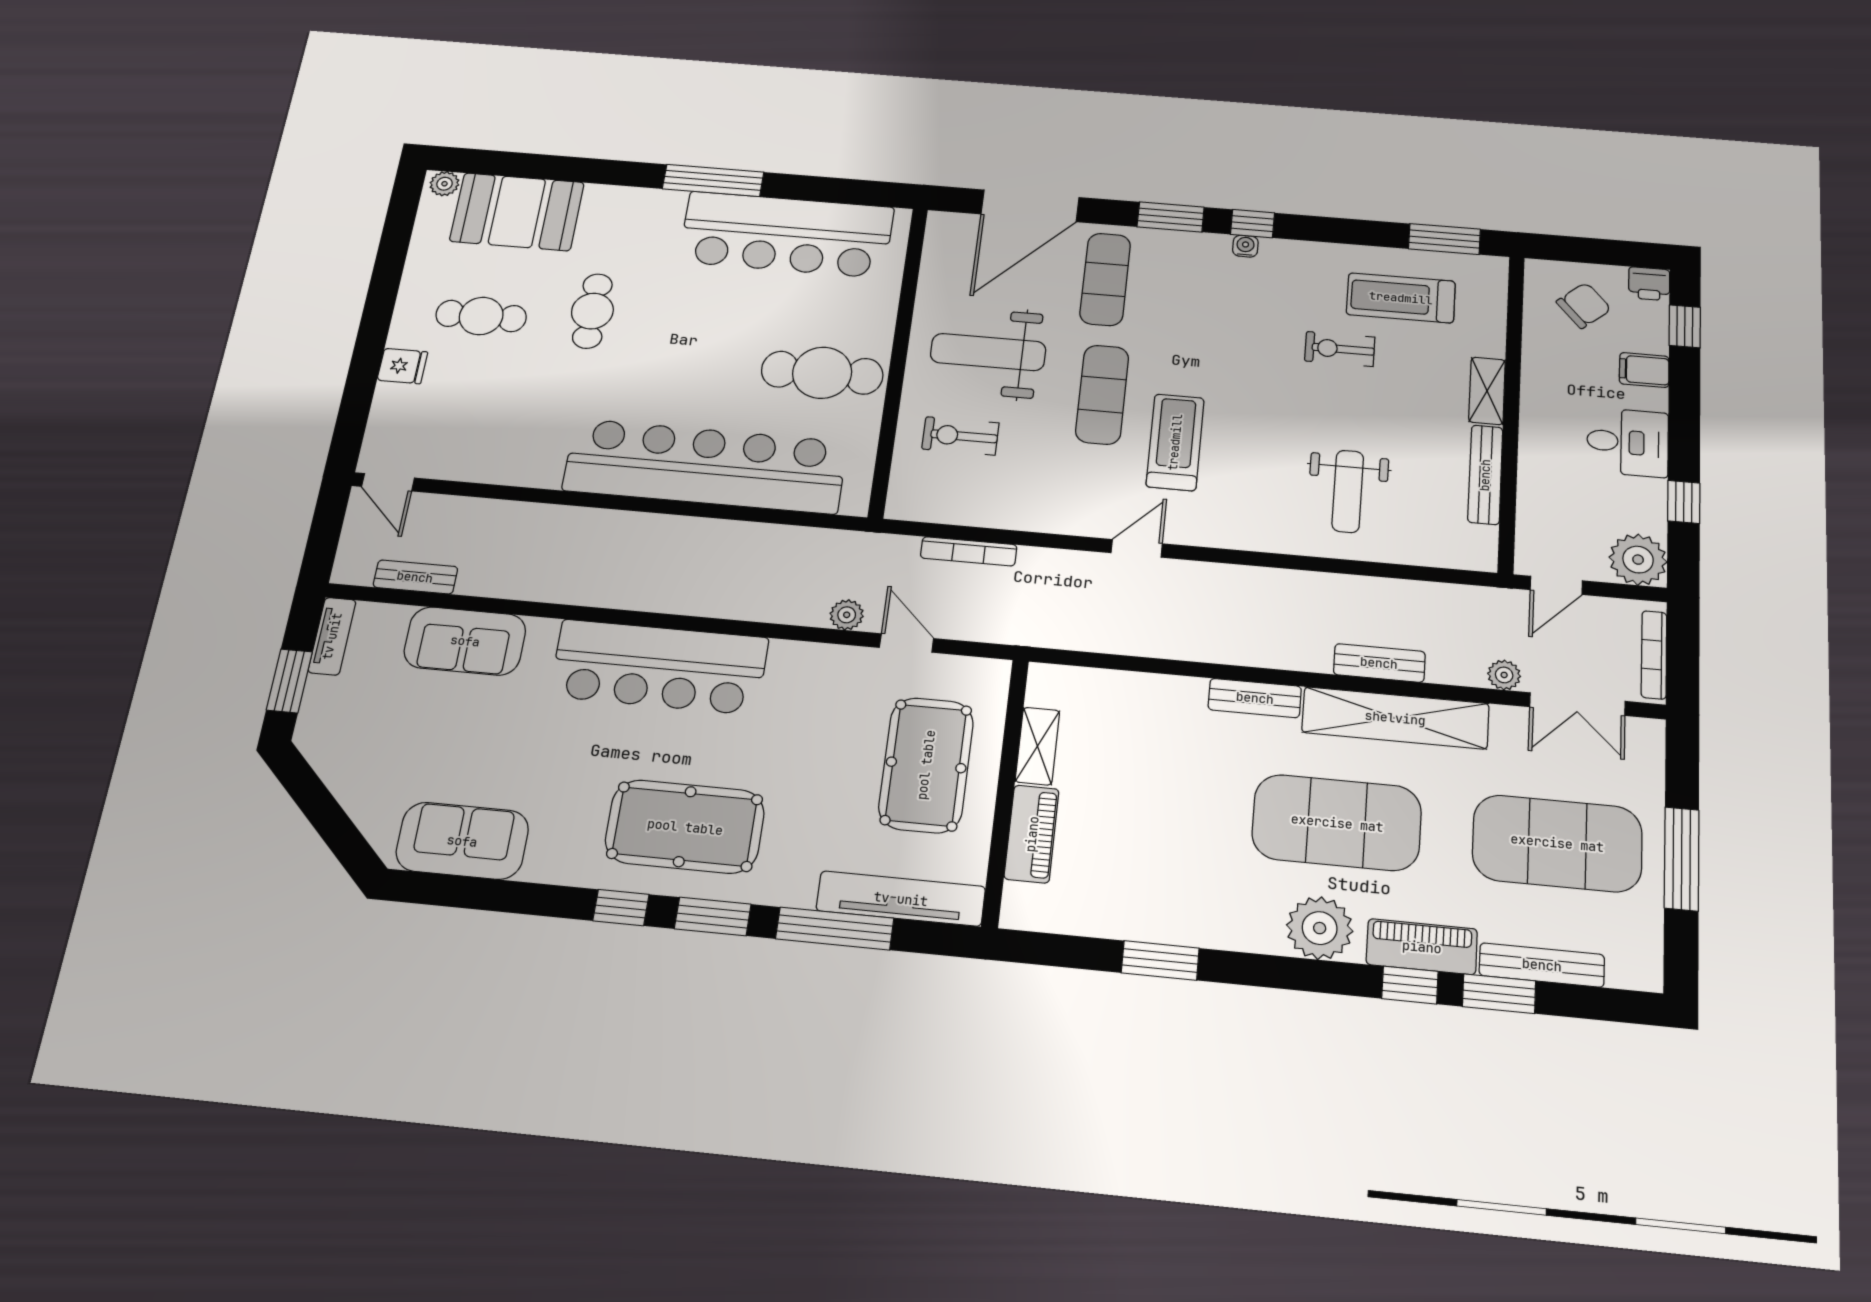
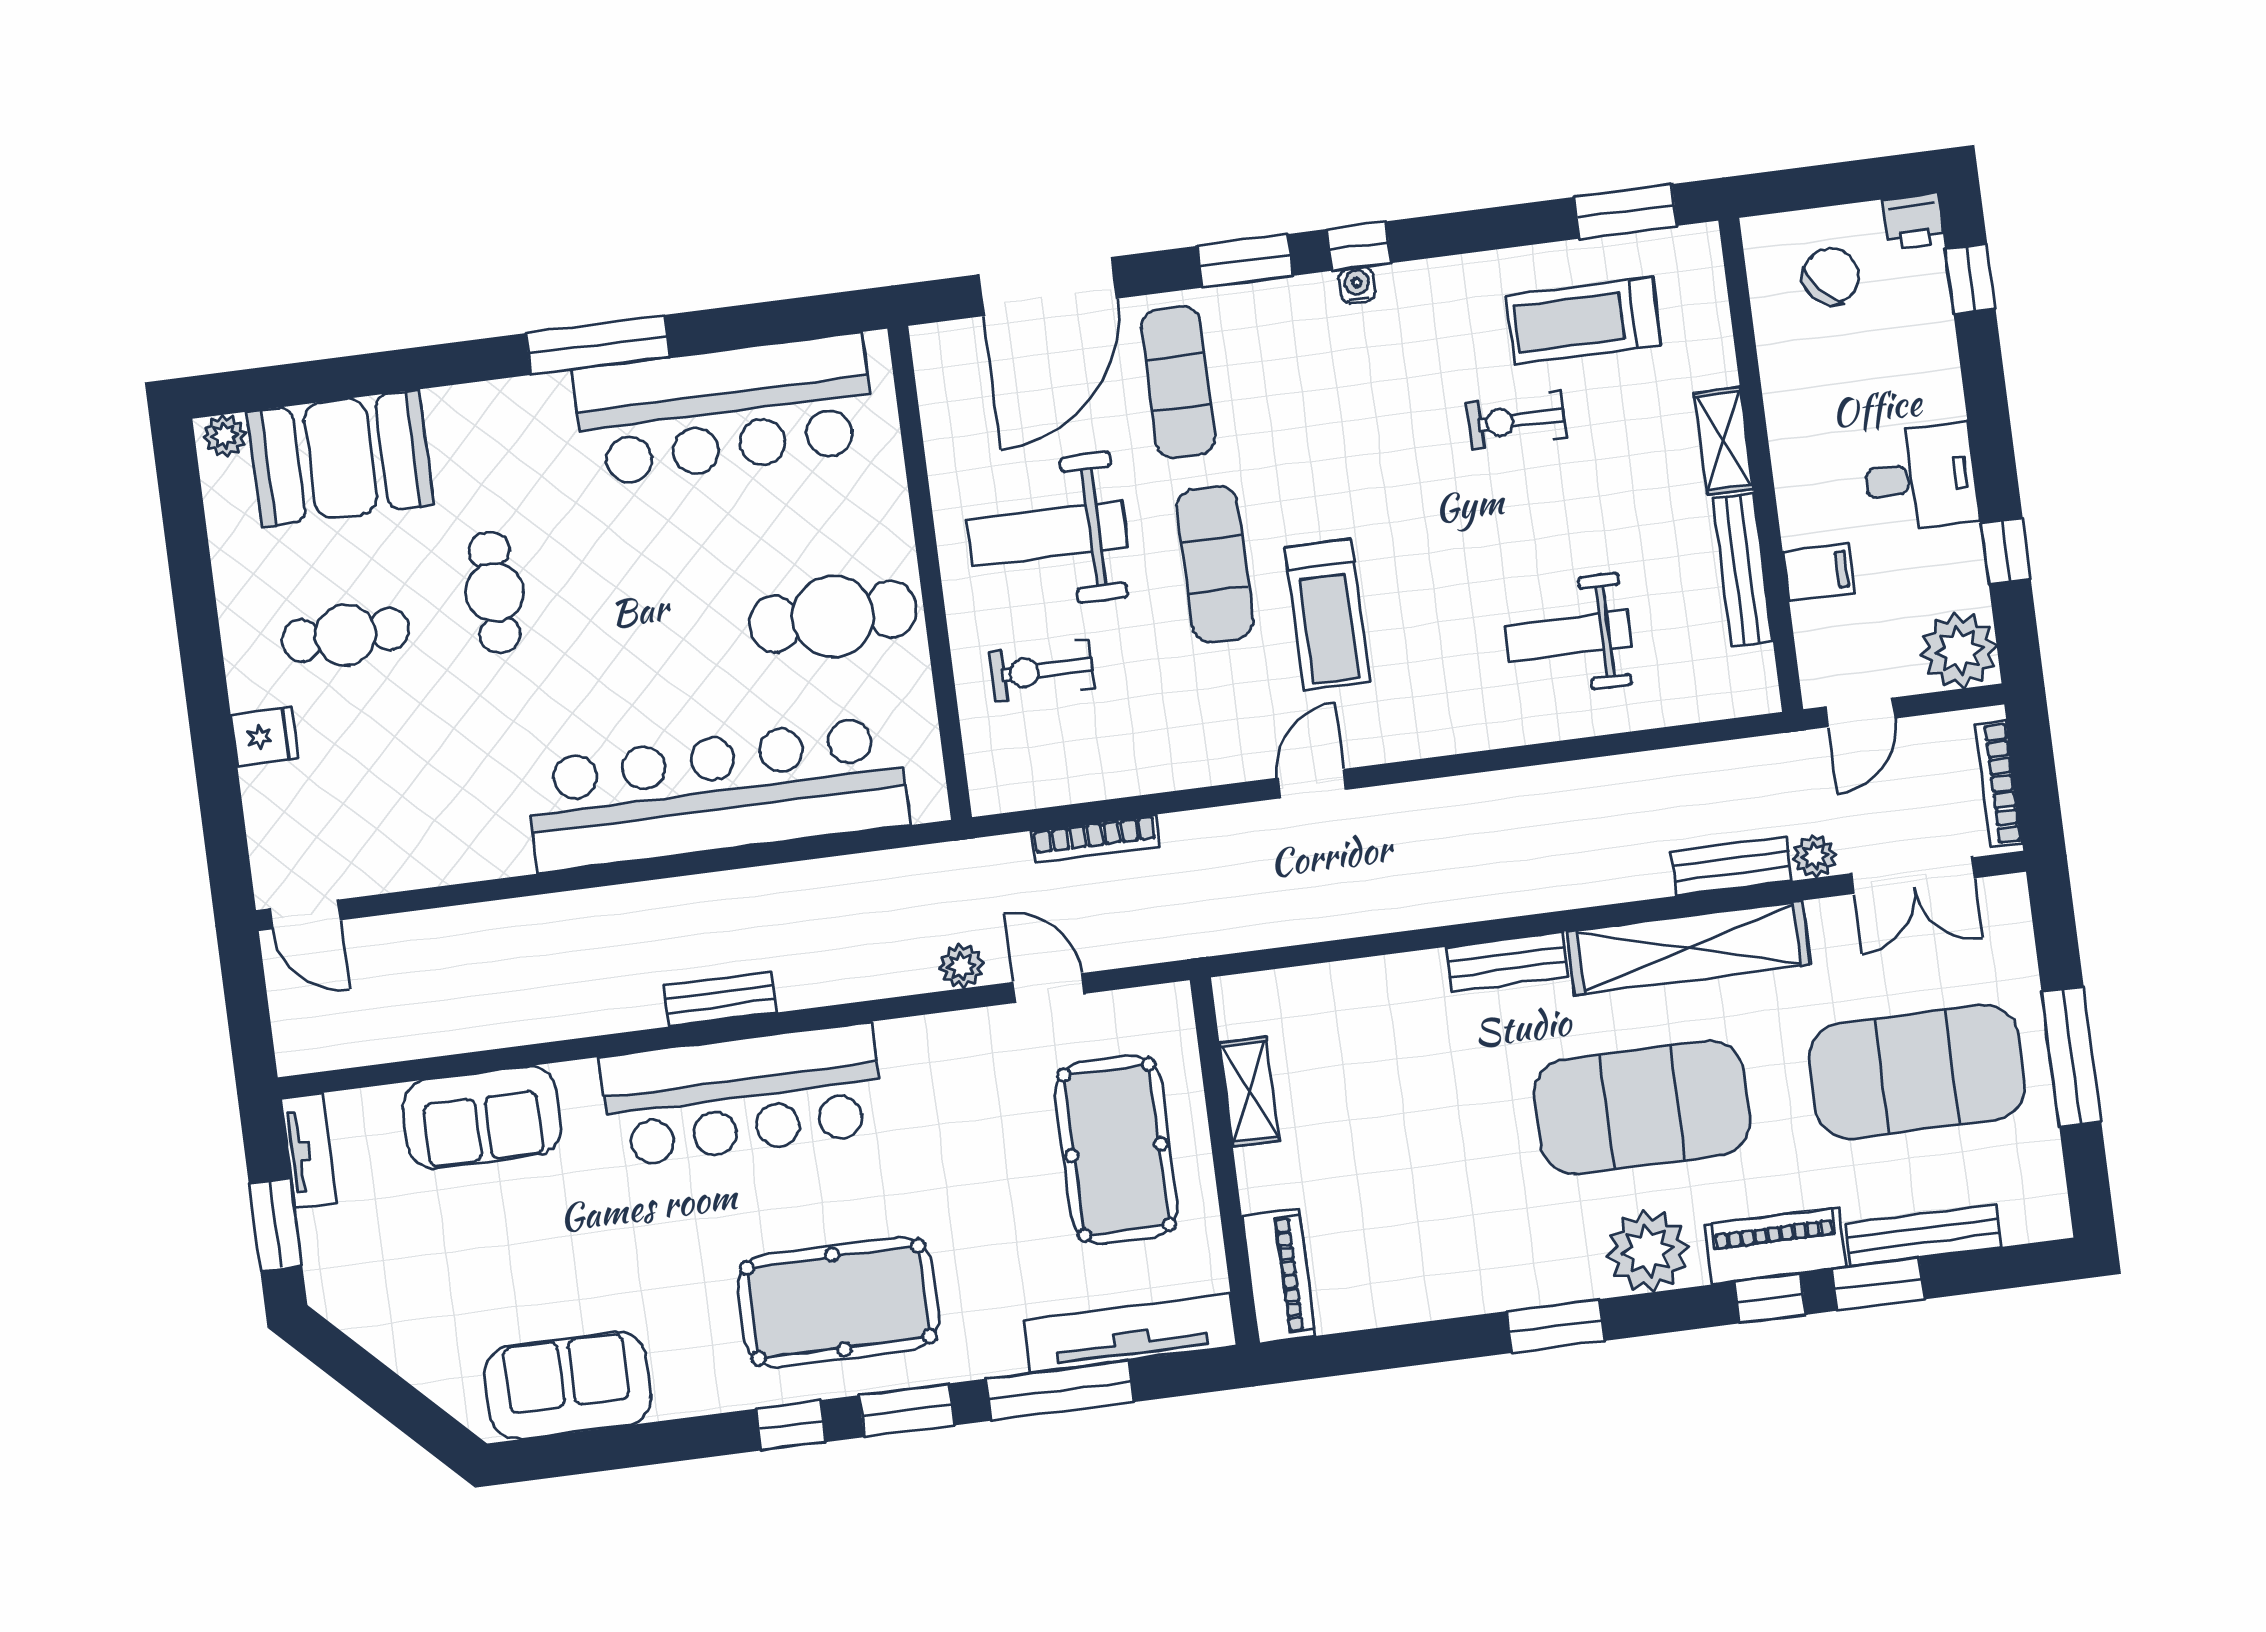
filing cabinet: (1644, 370) -> (1819, 572), moved, turned 180
treadmill: (1175, 442) -> (1328, 614), turned 180
weight bench: (1348, 491) -> (1568, 636), turned 90
bench: (415, 577) -> (720, 999), moved
bench: (1379, 663) -> (1731, 866), moved
piano: (1032, 834) -> (1278, 1276), moved
window: (1160, 960) -> (1556, 1326), moved

